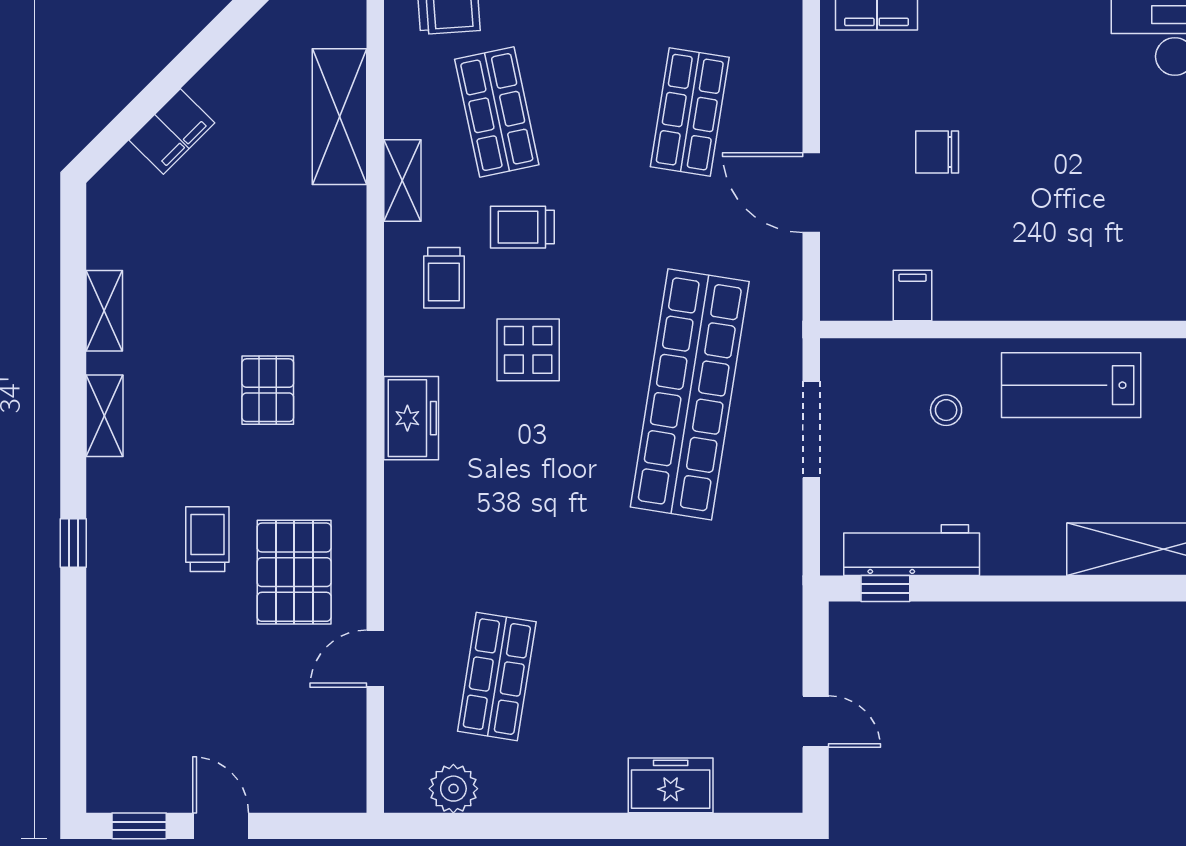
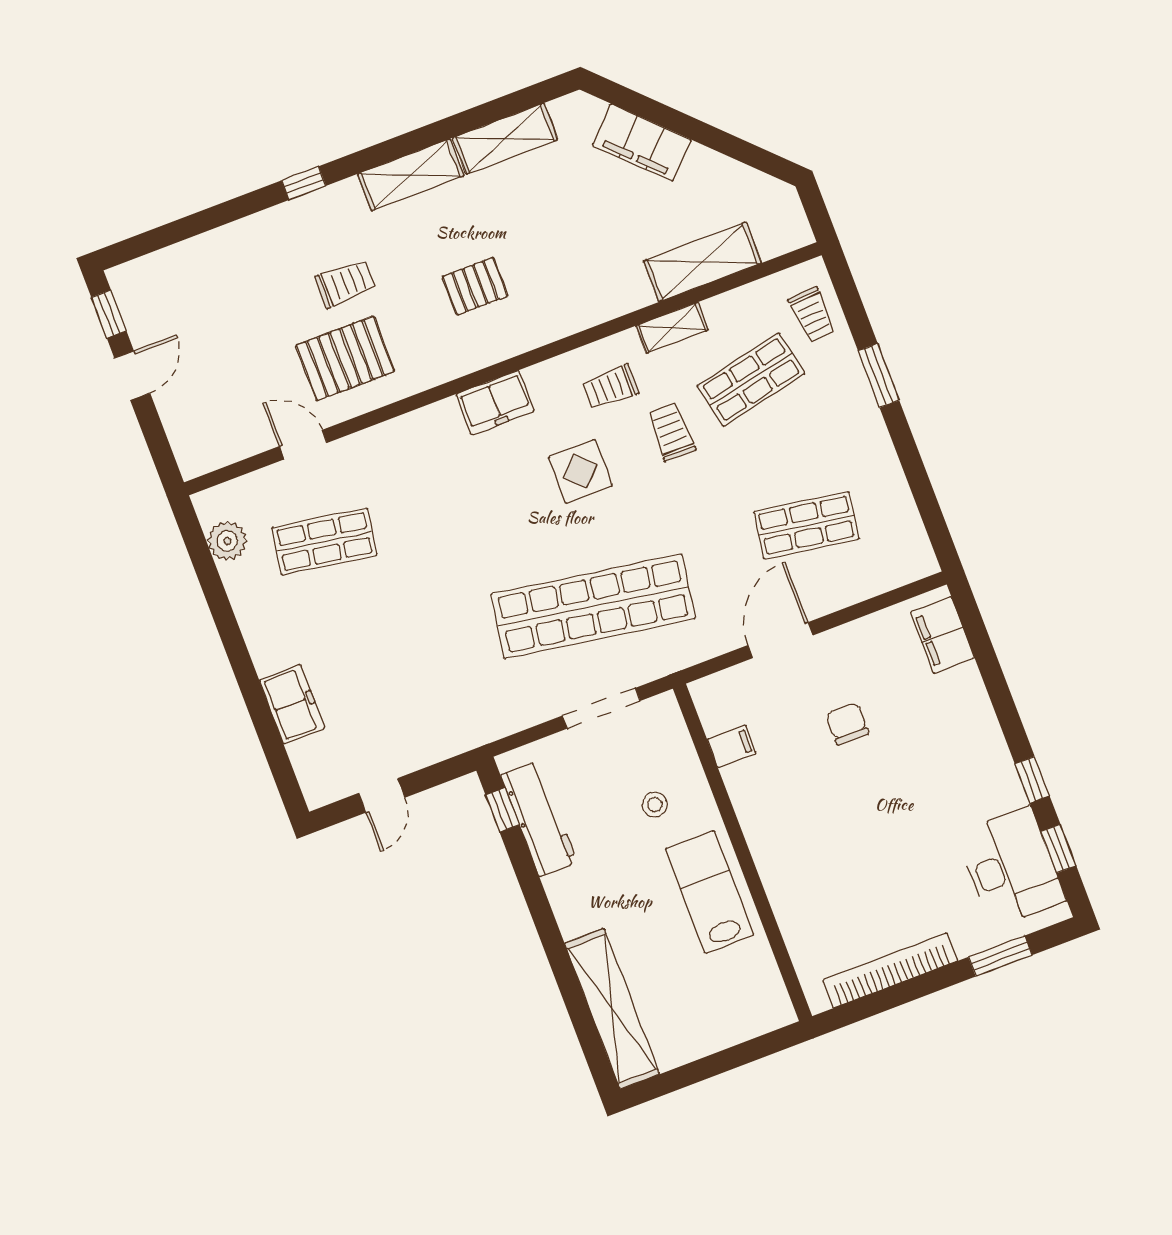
filing cabinet: (172, 131) -> (642, 142), width x1.50, depth x1.17
shelving: (104, 311) -> (505, 139), width x1.50, depth x1.33
shelving: (105, 416) -> (411, 175), width x1.50, depth x1.33

